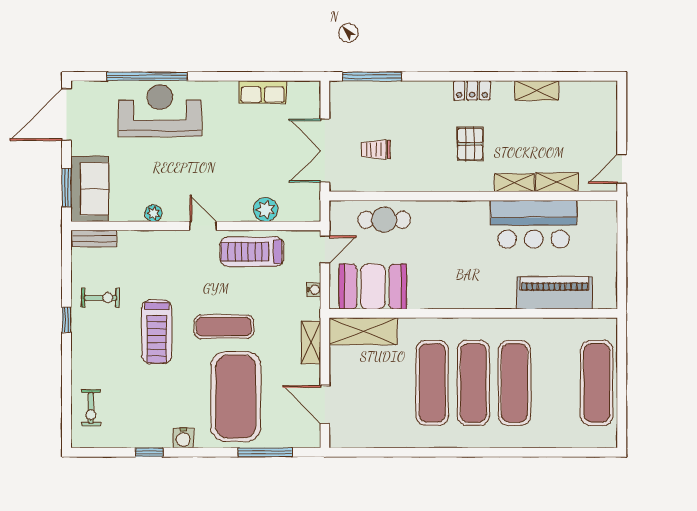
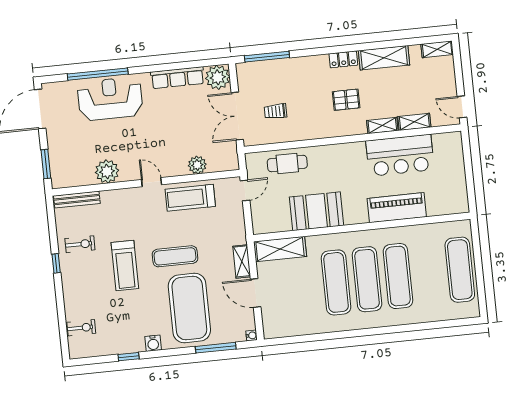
shelving: (537, 90) -> (384, 58), width x1.50, depth x1.33
shelving: (597, 90) -> (437, 49), added
row of seats: (263, 92) -> (177, 78), width x1.48
plant: (304, 97) -> (218, 77), added
pallet: (470, 144) -> (346, 100), turned 90
door: (622, 169) -> (462, 107), hinge flipped
sofa: (90, 189) -> (63, 163), removed
plant: (153, 213) -> (107, 171), width x1.88, depth x1.88
bench: (94, 239) -> (77, 200), width x1.36
booth: (373, 287) -> (316, 211), moved
water cooler: (314, 290) -> (252, 335), moved
piano: (554, 293) -> (397, 208), moved
door: (325, 405) -> (256, 293), moved
exercise bike: (91, 408) -> (81, 328), turned -90

